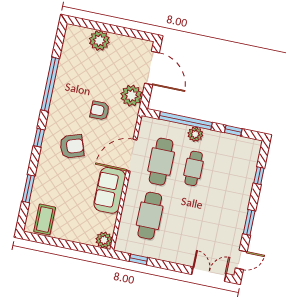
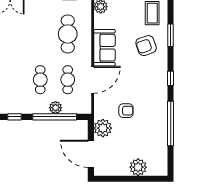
plant: (195, 134) -> (56, 108), moved
armchair: (72, 146) -> (146, 46), moved
cafe table: (161, 162) -> (68, 80), width x0.73, depth x0.74

